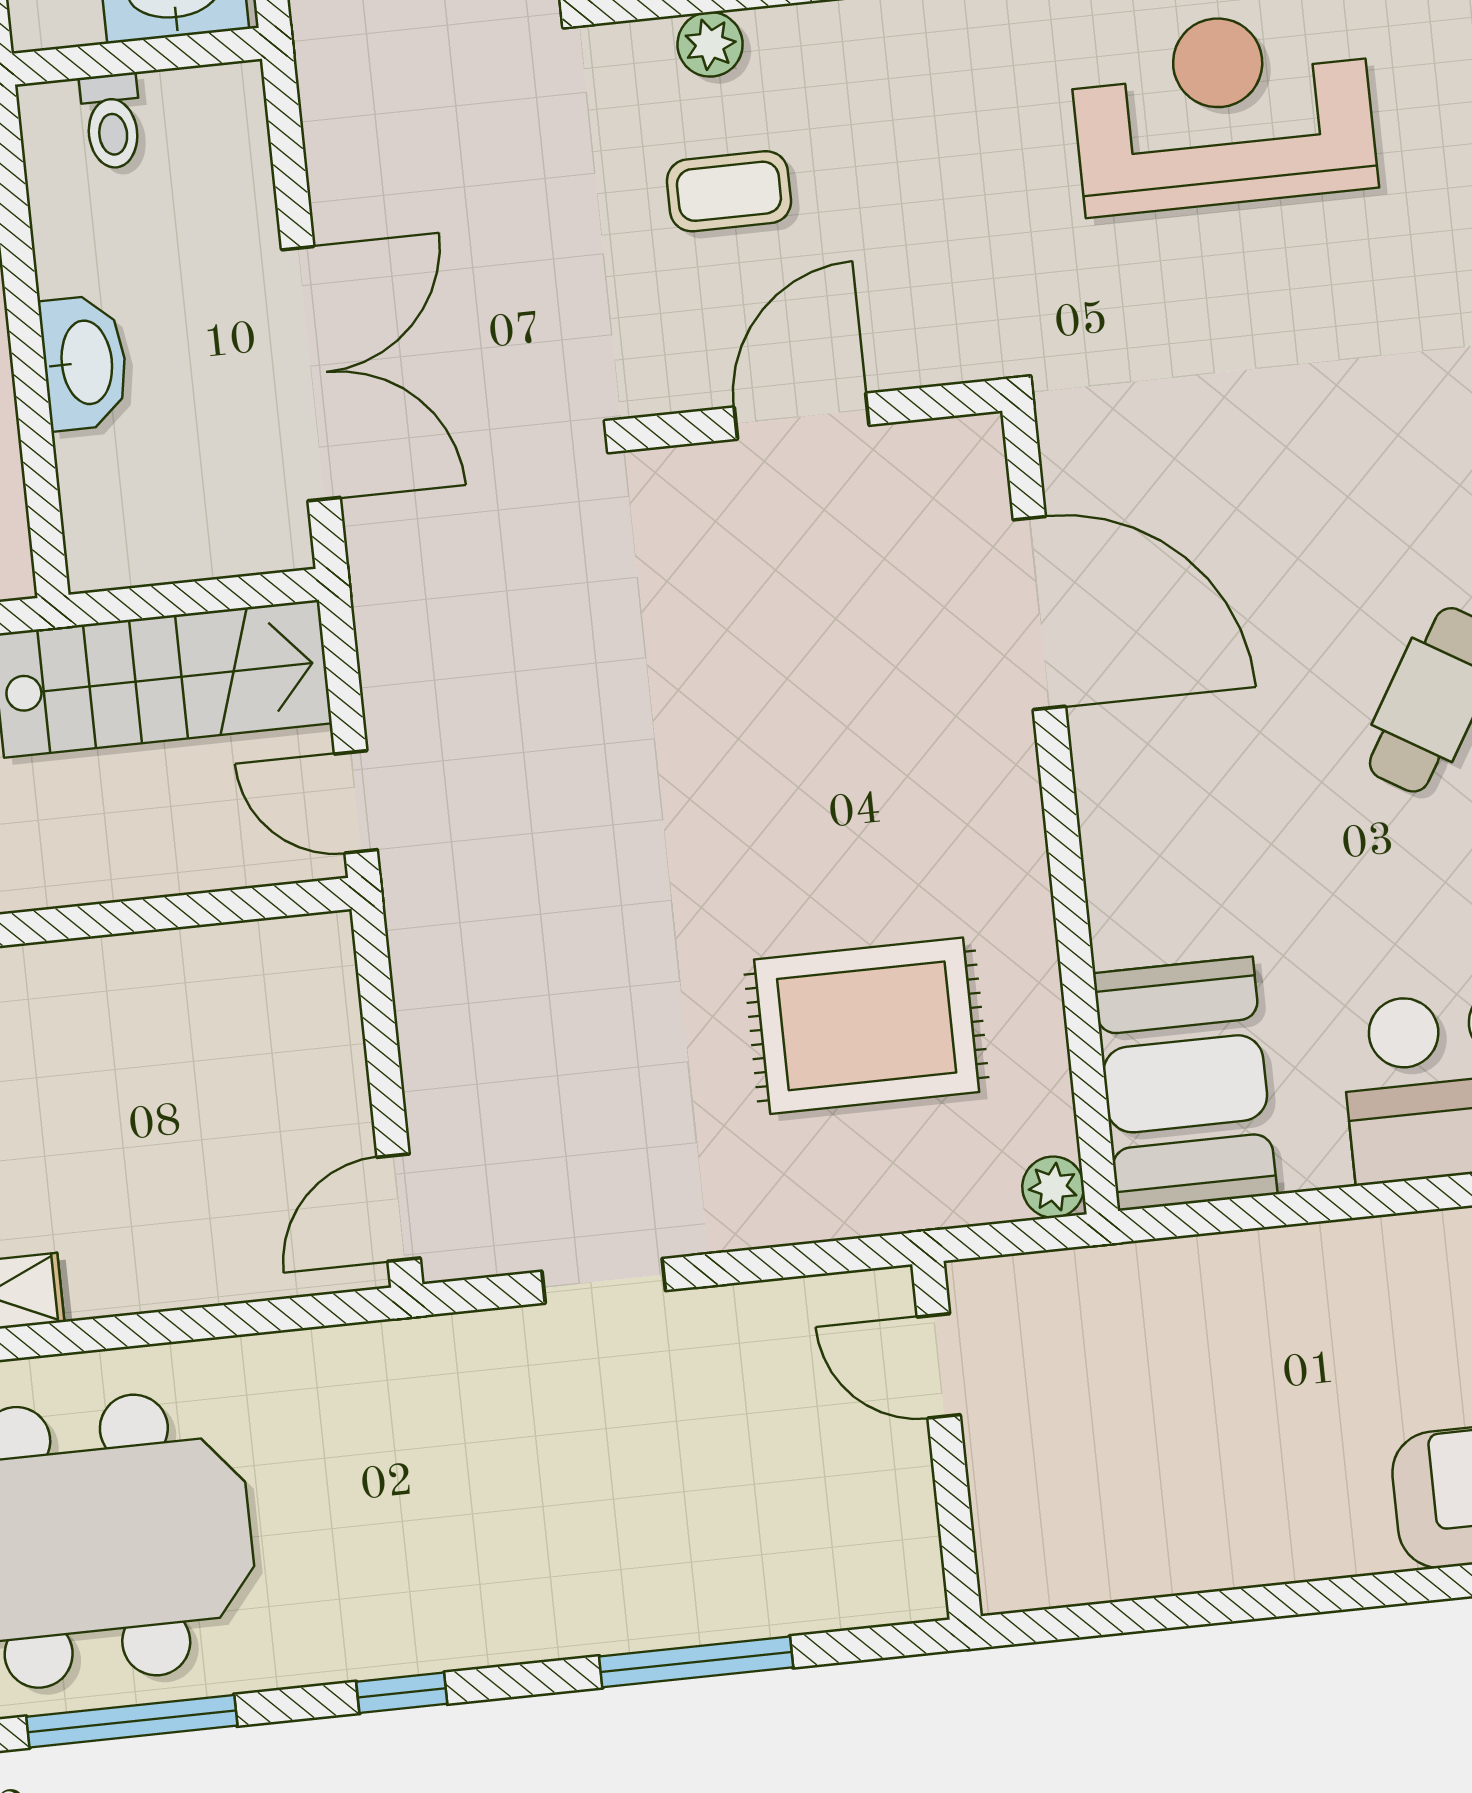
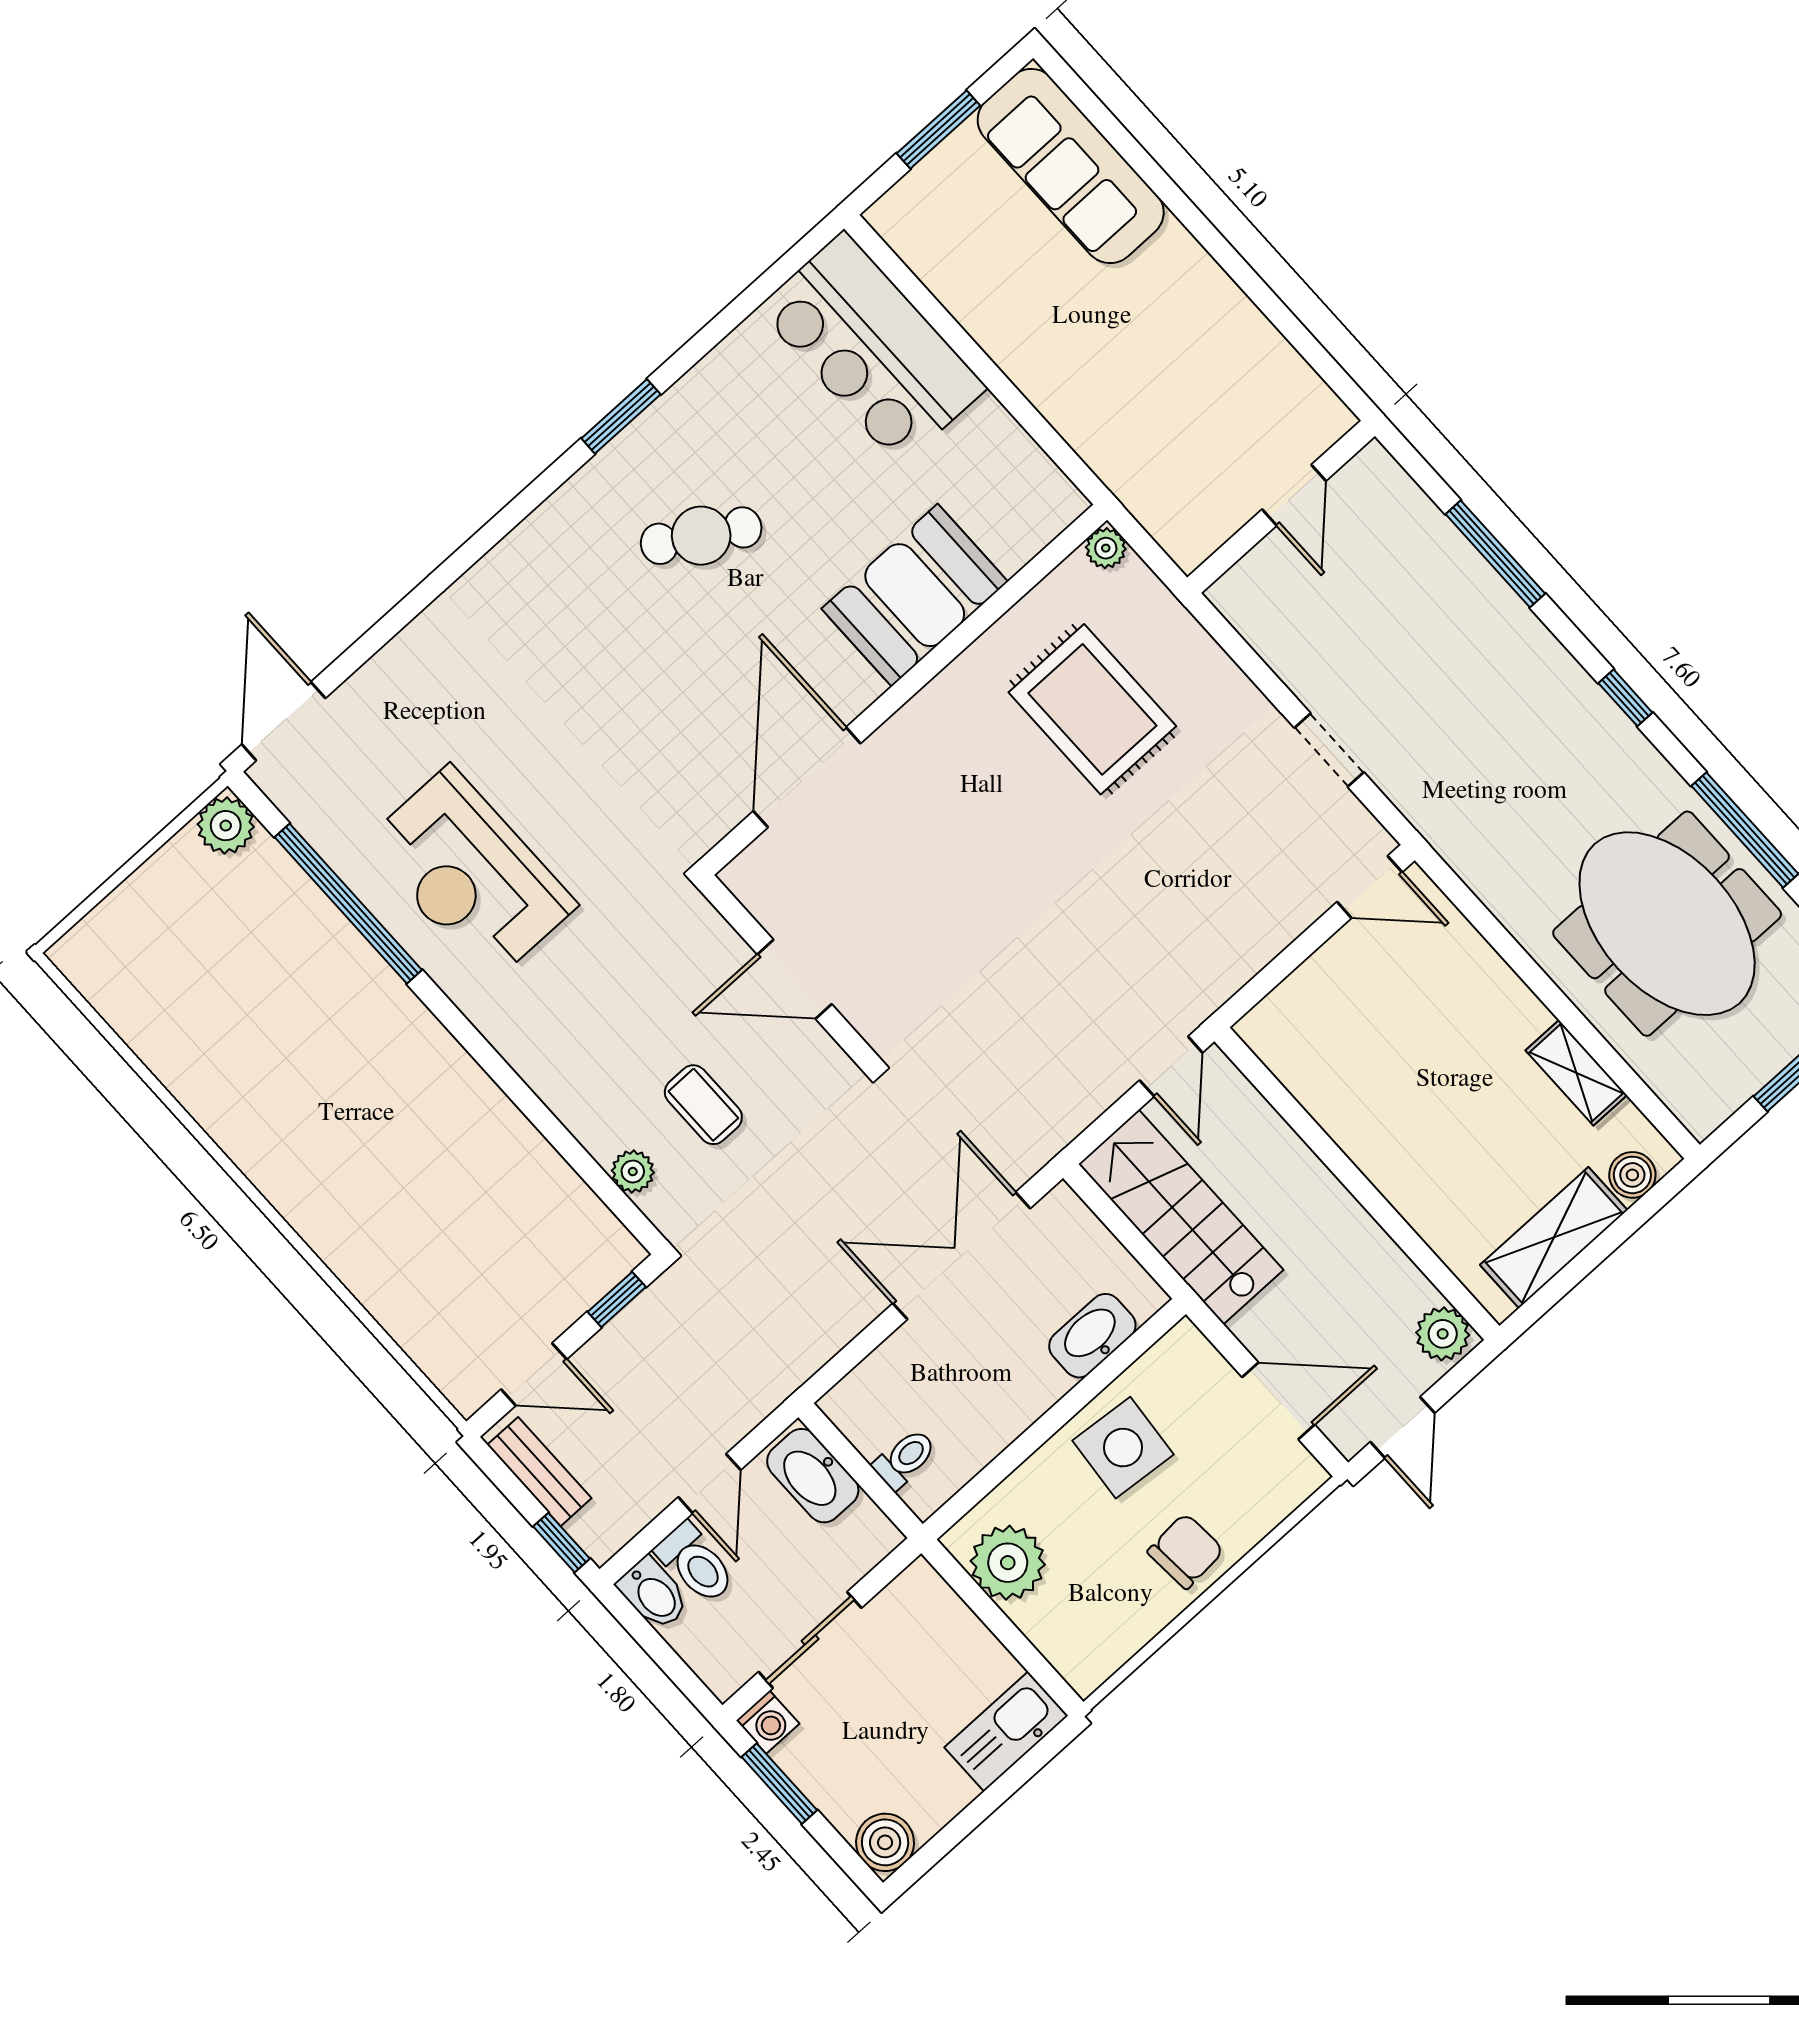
washbasin: (84, 363) -> (1092, 1336), moved
booth: (1185, 1084) -> (915, 595), moved
door: (939, 1366) -> (1294, 495), moved

